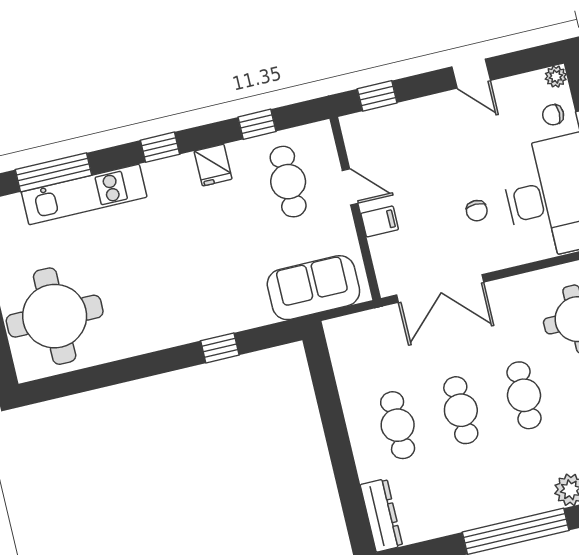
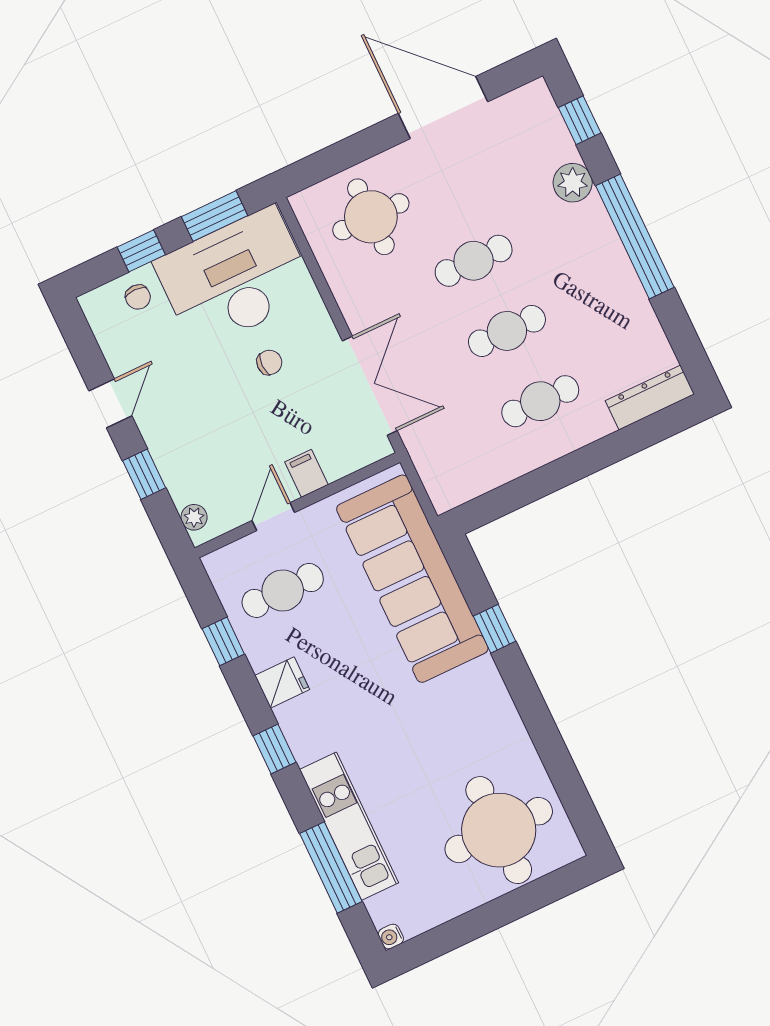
plant: (556, 77) -> (194, 517), moved
window: (377, 96) -> (144, 474), moved
sofa: (313, 288) -> (412, 579), width x1.85, depth x1.27

